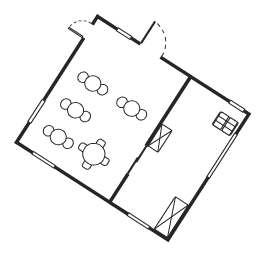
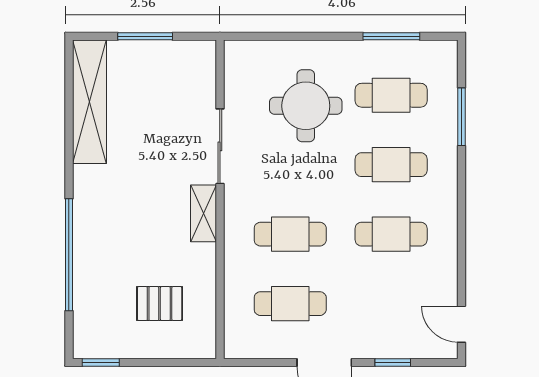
door: (88, 31) -> (461, 324), swing flipped
cafe table: (149, 82) -> (290, 304), added
pallet: (225, 124) -> (160, 304), moved
shelving: (171, 217) -> (89, 102), width x1.47

